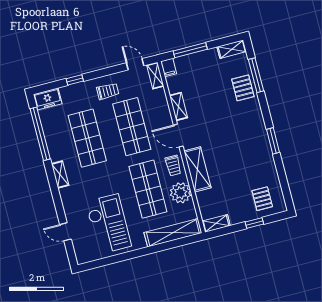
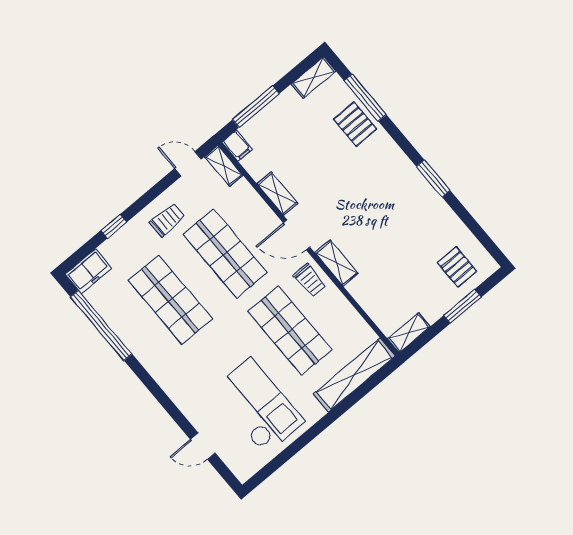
shelving: (197, 169) -> (337, 263), width x0.67, depth x0.75
shelving: (60, 175) -> (157, 369), removed
plant: (181, 193) -> (338, 314), removed
window: (254, 223) -> (462, 306), width x1.50

